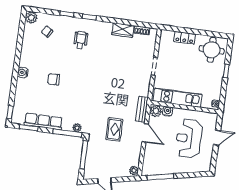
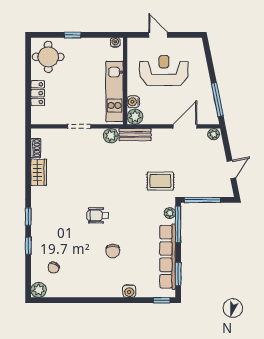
wheelchair: (81, 40) -> (98, 215), moved
water cooler: (23, 72) -> (129, 291), moved
plant: (144, 90) -> (111, 136), added
row of seats: (43, 121) -> (168, 257), width x1.36
rug: (114, 129) -> (160, 181), moved
door: (145, 133) -> (185, 126), moved
reception desk: (189, 138) -> (164, 70), turned 180

